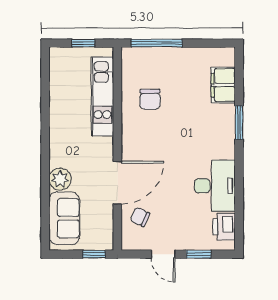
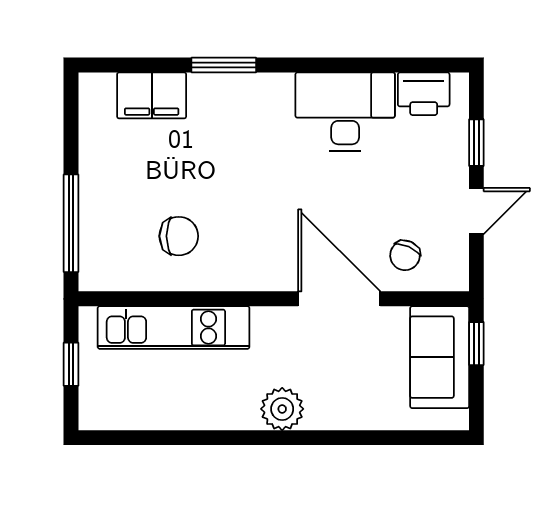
plant: (60, 179) -> (282, 409), moved
sofa: (64, 218) -> (440, 357), moved, turned -90

